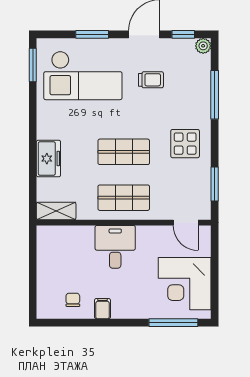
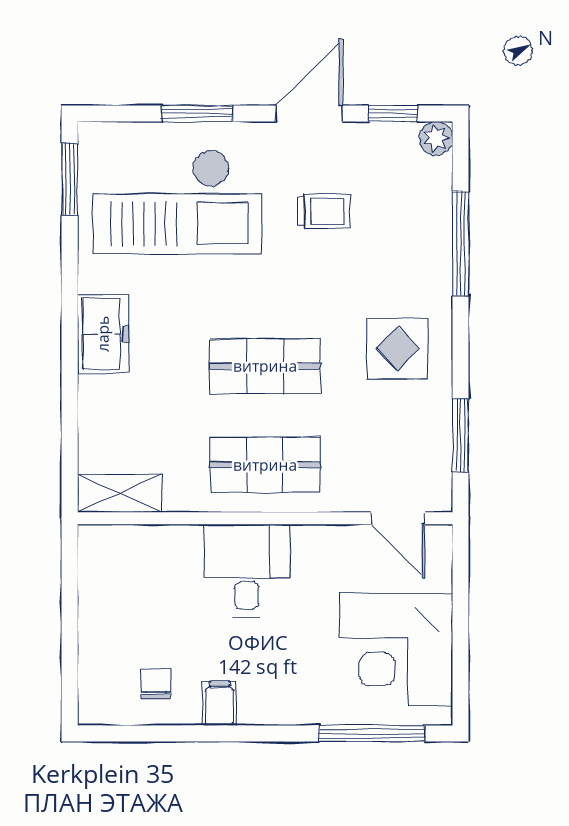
freezer: (48, 159) -> (103, 334), moved

